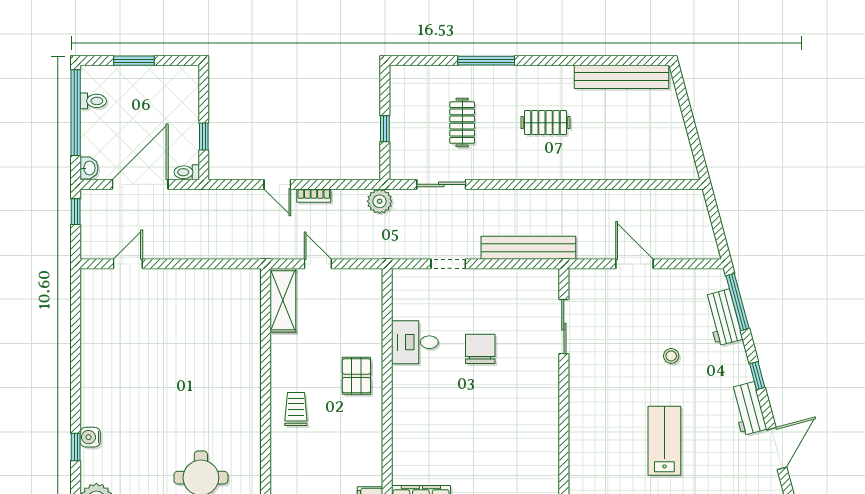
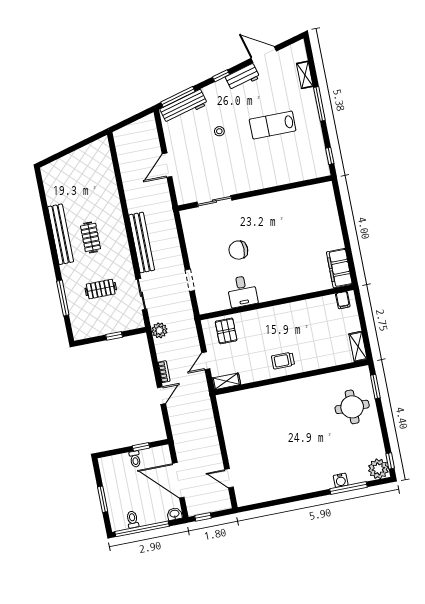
window: (486, 61) -> (63, 298), moved
bench: (621, 77) -> (61, 234), moved
toilet: (187, 172) -> (135, 459), moved
bench: (528, 248) -> (142, 243), moved
shelving: (283, 300) -> (226, 381), width x0.67, depth x0.75
workbench: (723, 318) -> (184, 107), width x1.38
pallet: (356, 376) -> (226, 331), moved, turned 90
trolley: (296, 409) -> (283, 361), moved
window: (76, 447) -> (348, 488), width x2.17

